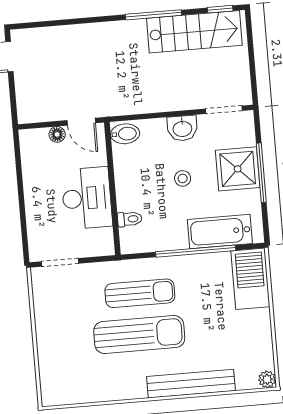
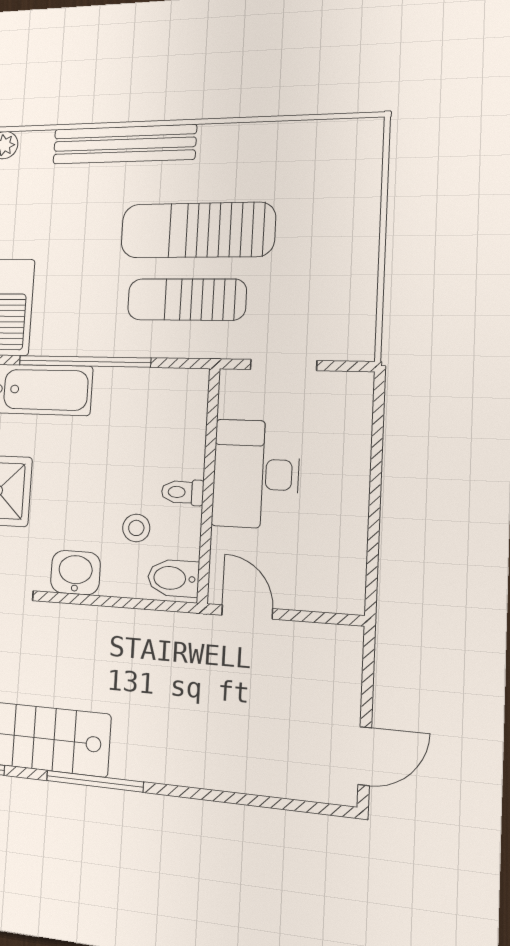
floor lamp: (57, 134) -> (294, 596), removed
stool: (183, 178) -> (136, 528), moved
toilet: (130, 219) -> (182, 492), moved
doorway: (60, 262) -> (283, 365), moved

